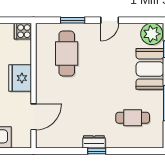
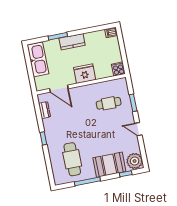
cafe table: (67, 54) -> (109, 103), width x0.73, depth x0.74
cafe table: (133, 118) -> (72, 159), width x1.37, depth x1.35
dresser: (94, 142) -> (45, 110), moved

